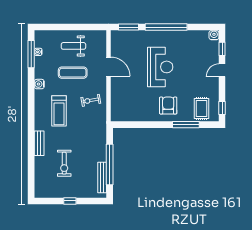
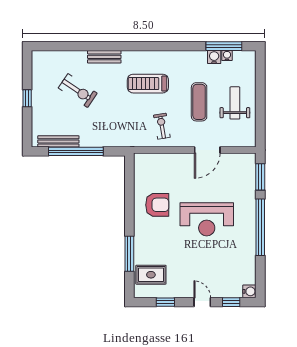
water cooler: (39, 84) -> (214, 57), moved
armchair: (168, 106) -> (157, 205), moved
window: (222, 108) -> (165, 302), moved
exercise bike: (64, 163) -> (78, 91), turned -146

